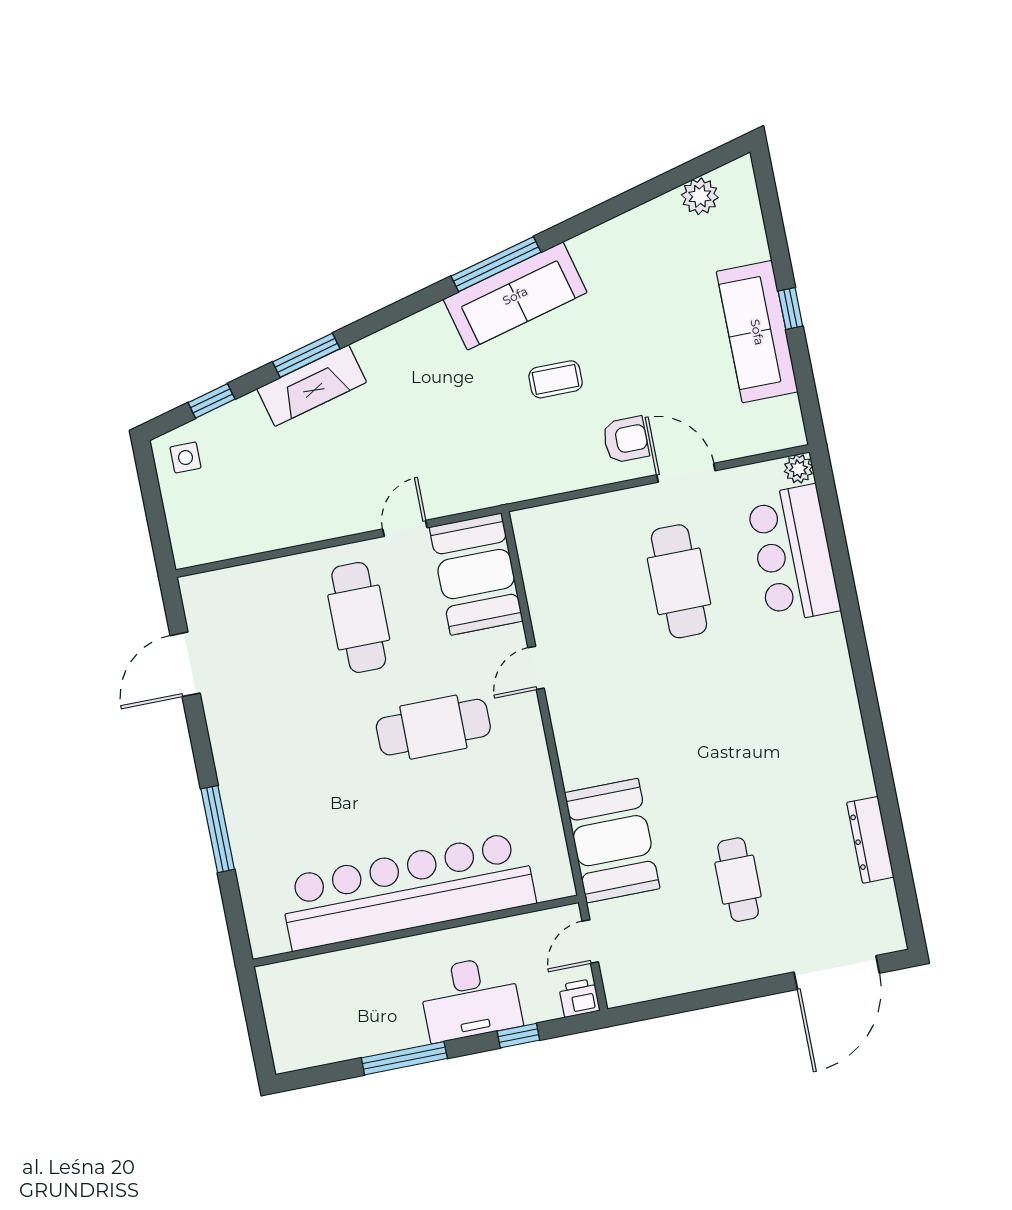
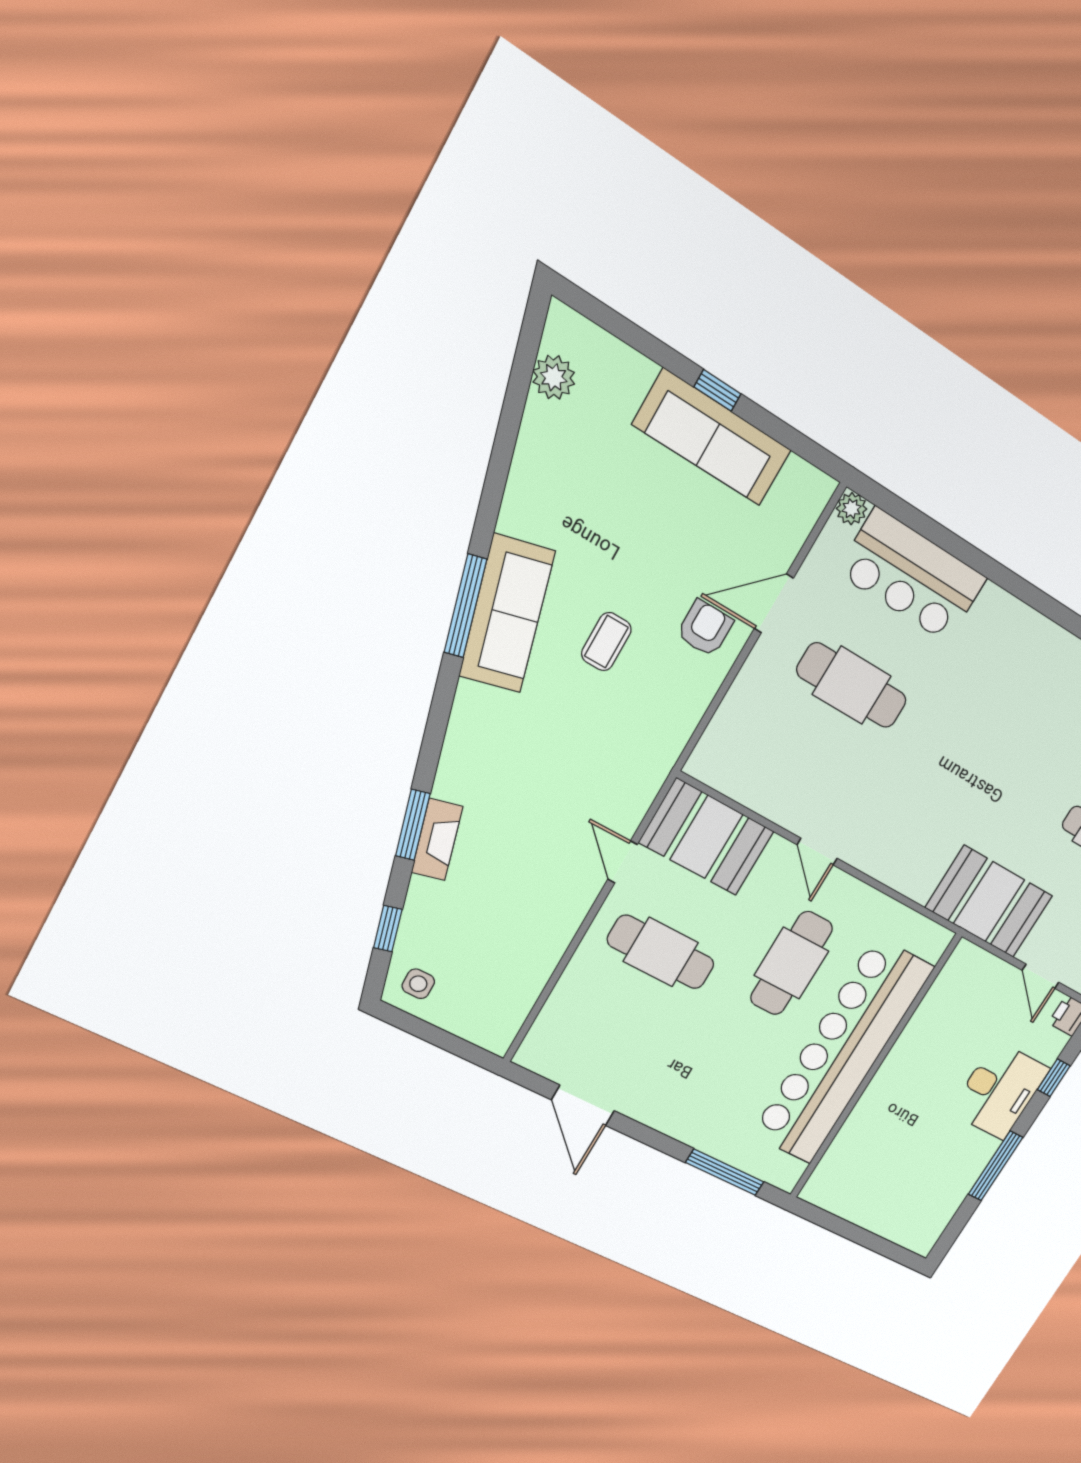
fireplace: (312, 386) -> (437, 840), width x0.73, depth x0.76
bar counter: (407, 891) -> (842, 1051), moved
wall: (416, 931) -> (875, 1068), moved

